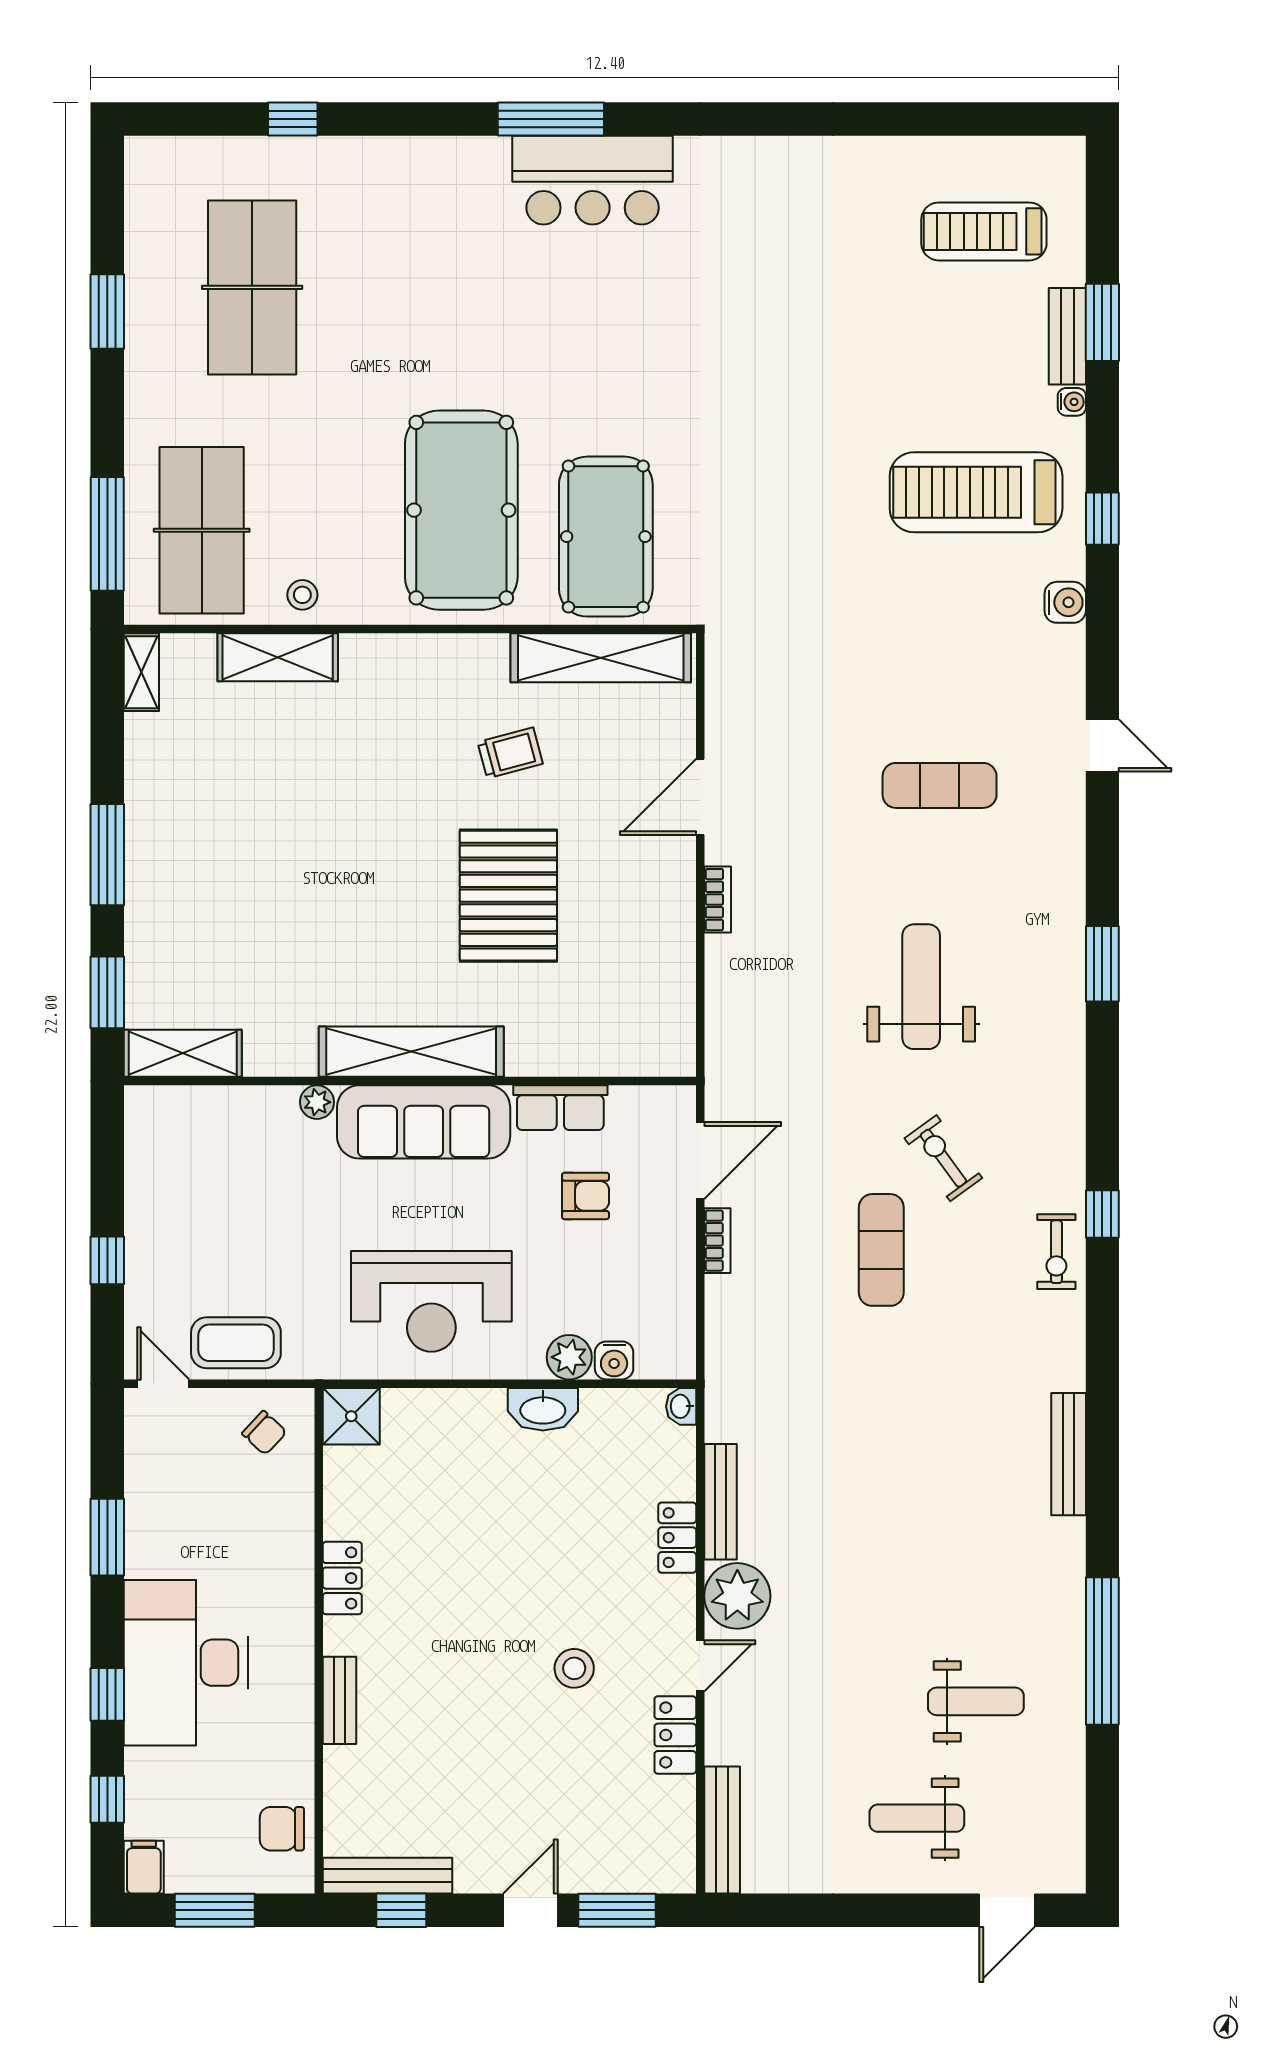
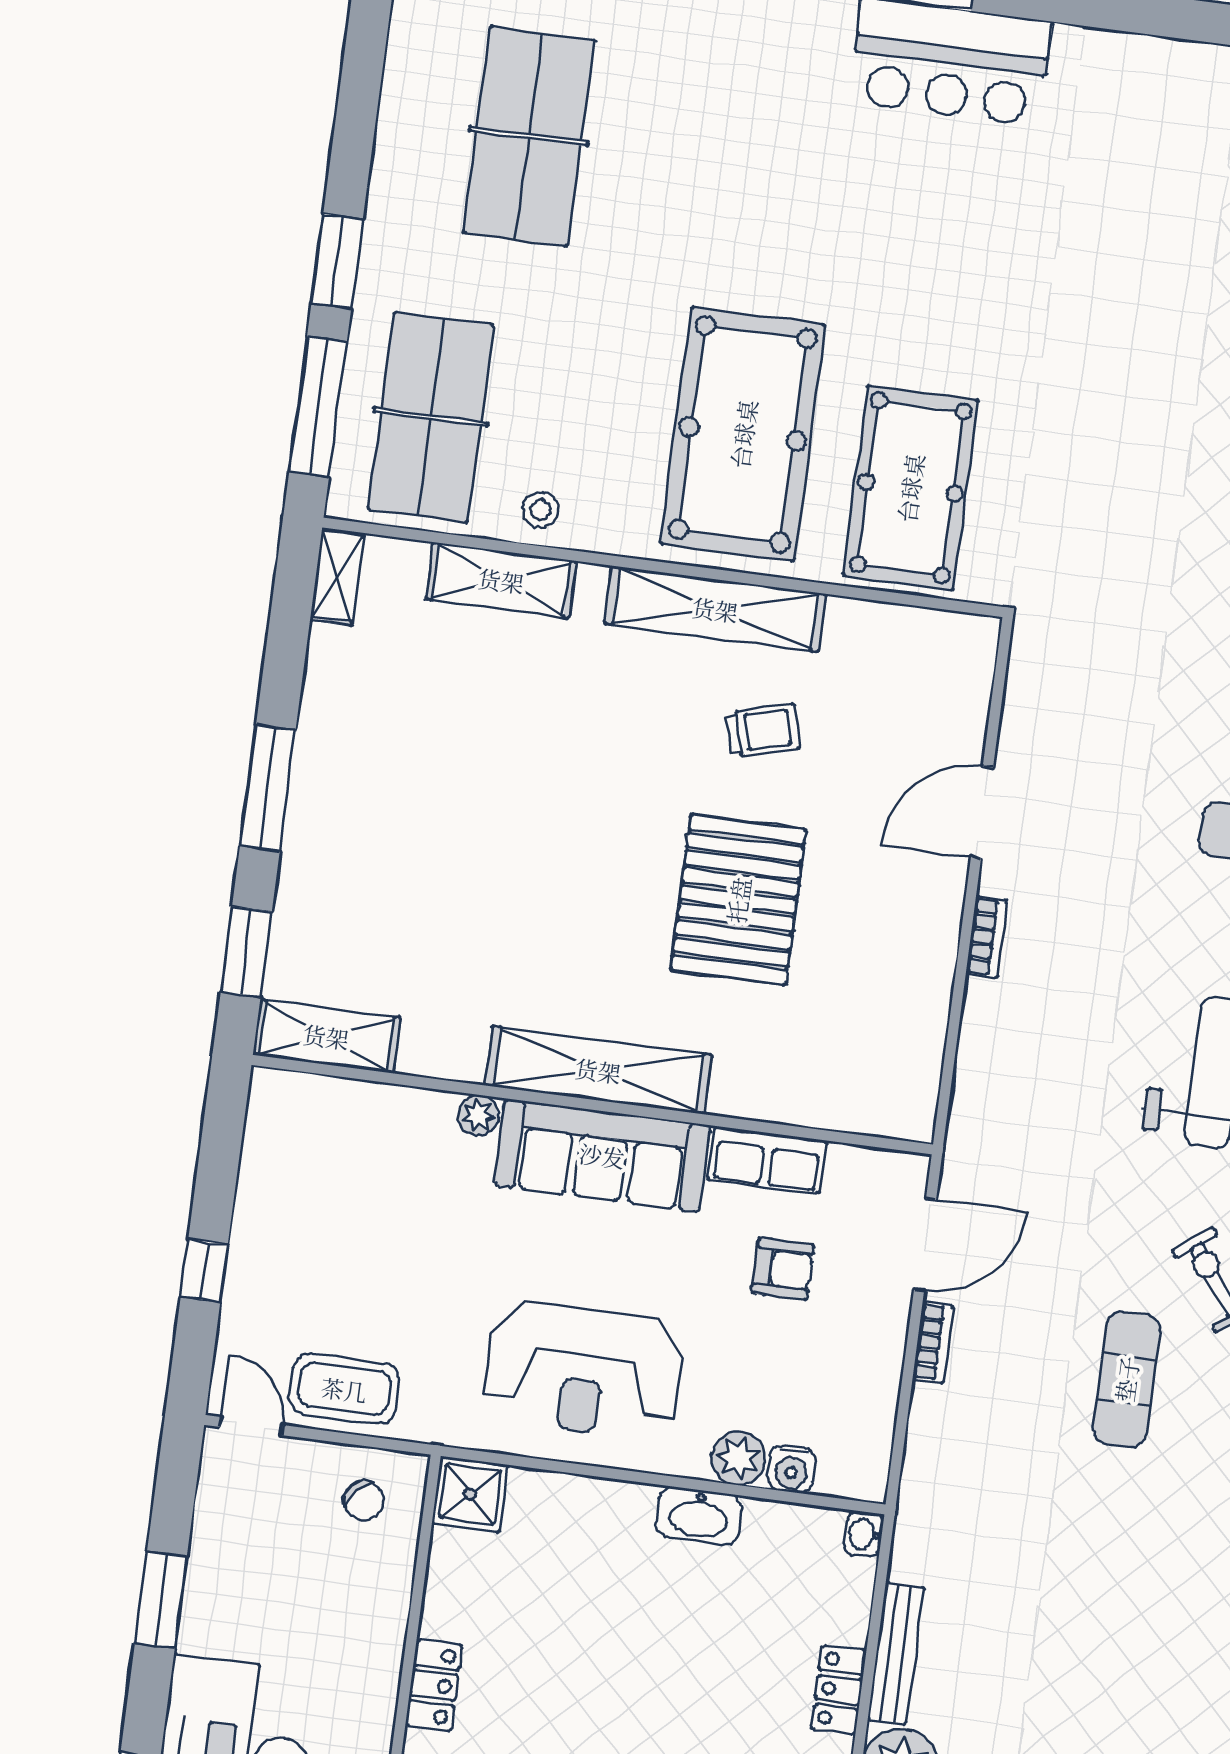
window: (107, 311) -> (337, 261), moved
shelving: (601, 658) -> (715, 609), moved

